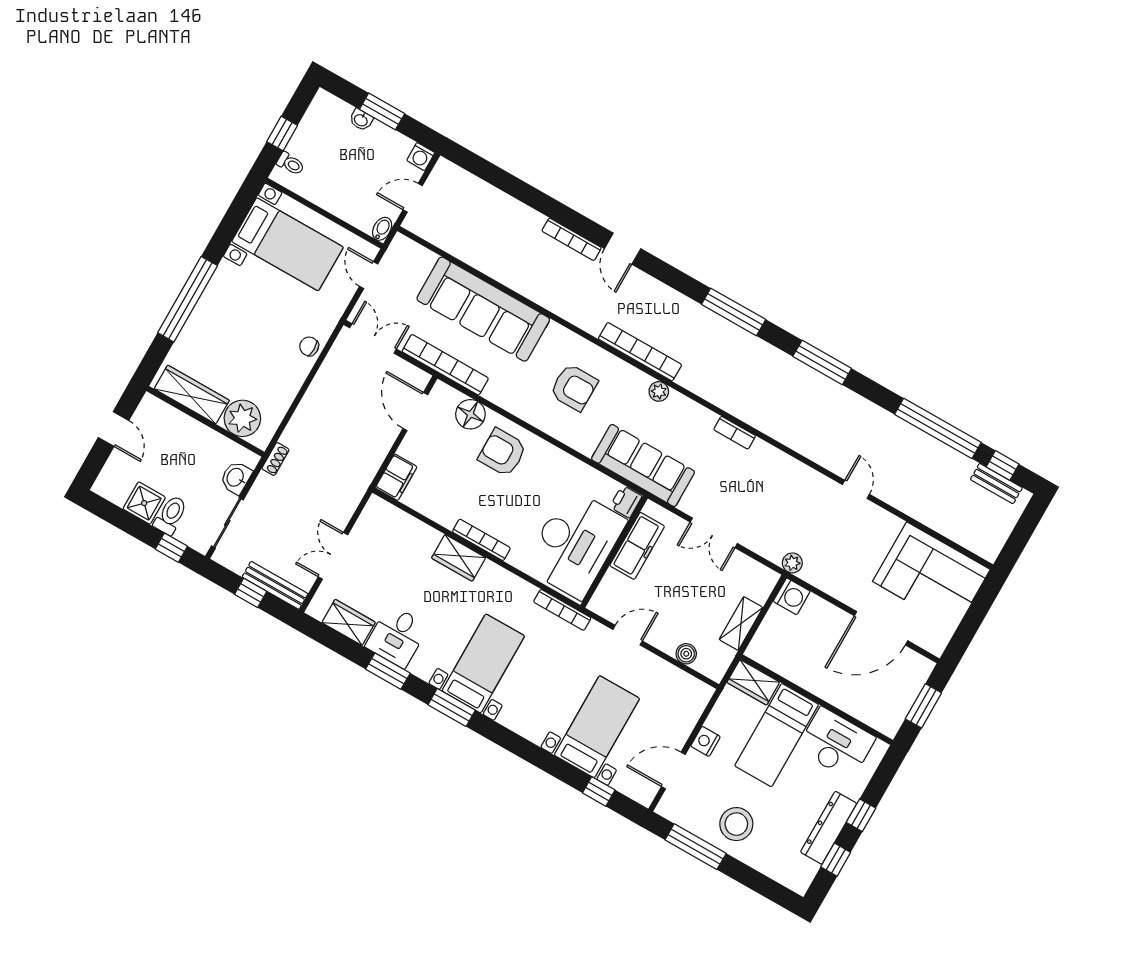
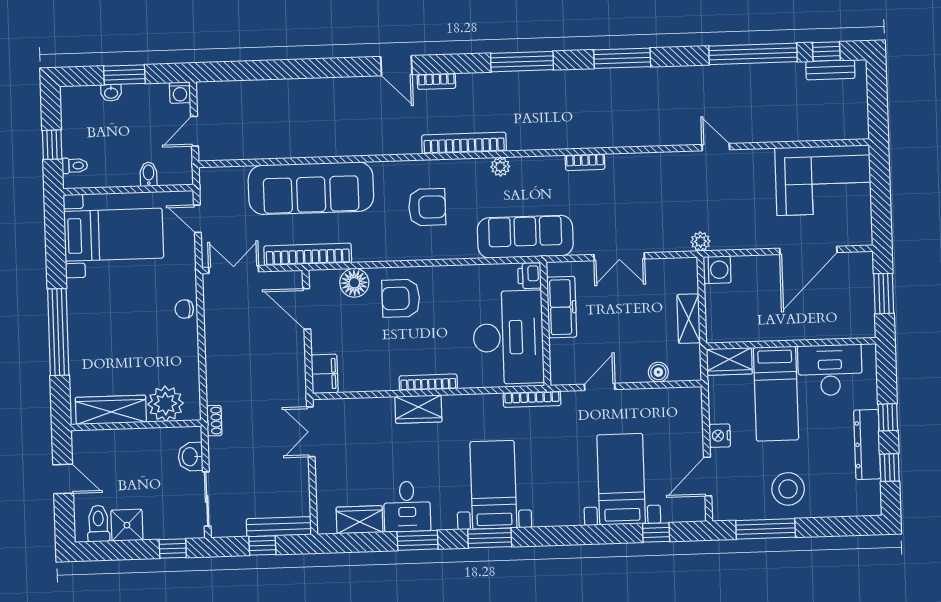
bidet: (382, 229) -> (149, 174), moved
bookcase: (572, 239) -> (436, 81), moved, width x0.64
toilet: (171, 515) -> (98, 524), moved
double door: (333, 556) -> (311, 432), moved

